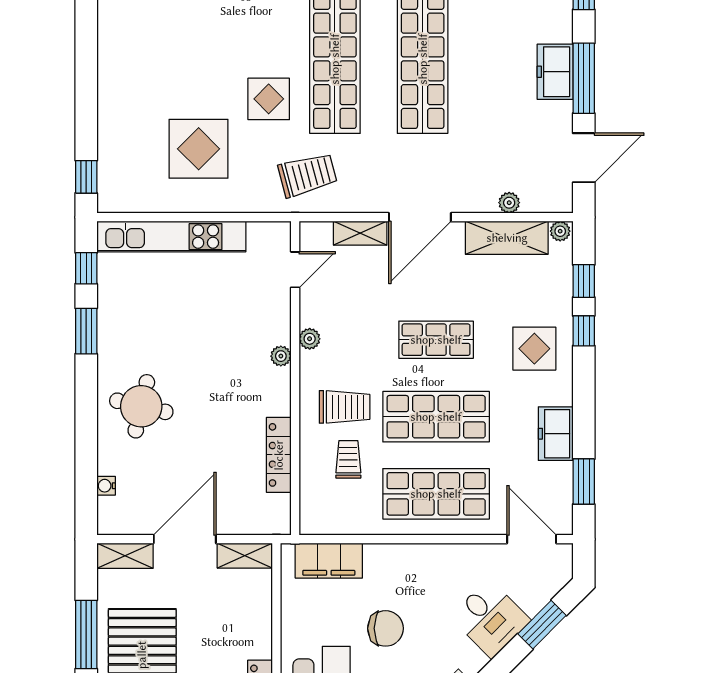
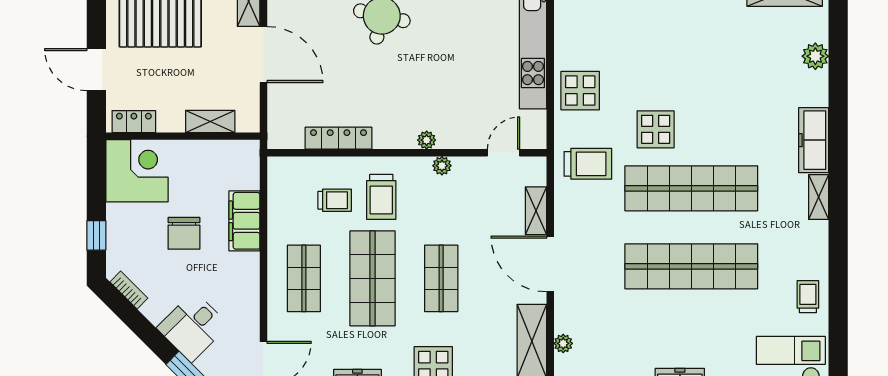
display table: (199, 149) -> (580, 91), moved, width x0.73, depth x0.73
trolley: (308, 175) -> (588, 164), turned -75
door: (295, 270) -> (504, 153), swing flipped
shop shelf: (436, 494) -> (304, 278), width x0.70, depth x0.74
shelving: (245, 556) -> (210, 122), moved, turned 90
filing cabinet: (329, 561) -> (244, 221), moved

